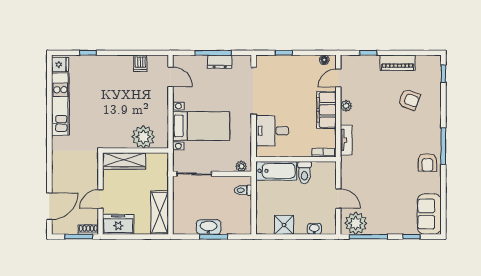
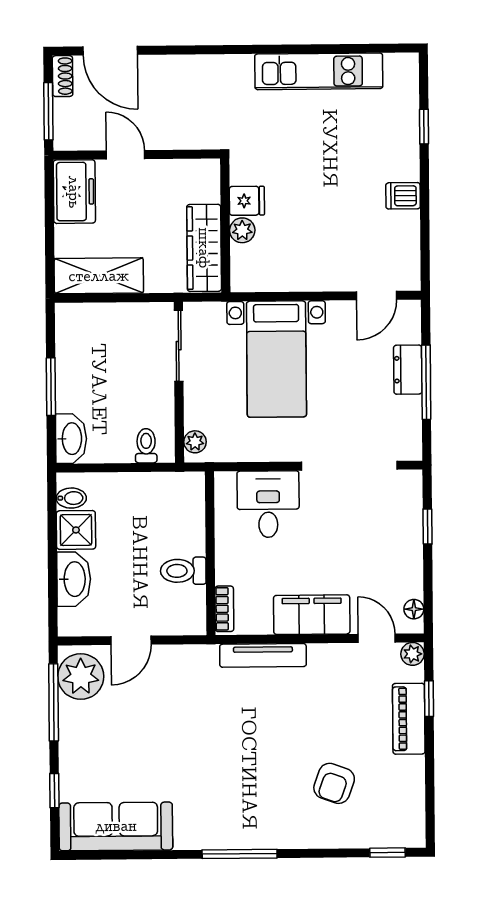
dresser: (220, 62) -> (408, 370), moved
dishwasher: (140, 63) -> (403, 196), moved
piano: (397, 63) -> (409, 719), moved
fridge: (60, 65) -> (247, 201), moved, turned -90
plant: (346, 106) -> (413, 654), moved
plant: (143, 137) -> (242, 230), width x0.53, depth x0.53
tv unit: (346, 140) -> (263, 655), width x1.41
wardrobe: (124, 161) -> (204, 248), moved
armchair: (427, 162) -> (206, 822), removed
bathtub: (277, 171) -> (186, 514), removed
sofa: (429, 214) -> (116, 826), width x1.36
washbasin: (209, 227) -> (71, 439), moved
bidet: (268, 227) -> (71, 498), added
washbasin: (314, 229) -> (74, 579), width x1.91, depth x1.45
shoe rack: (88, 230) -> (63, 76), moved

